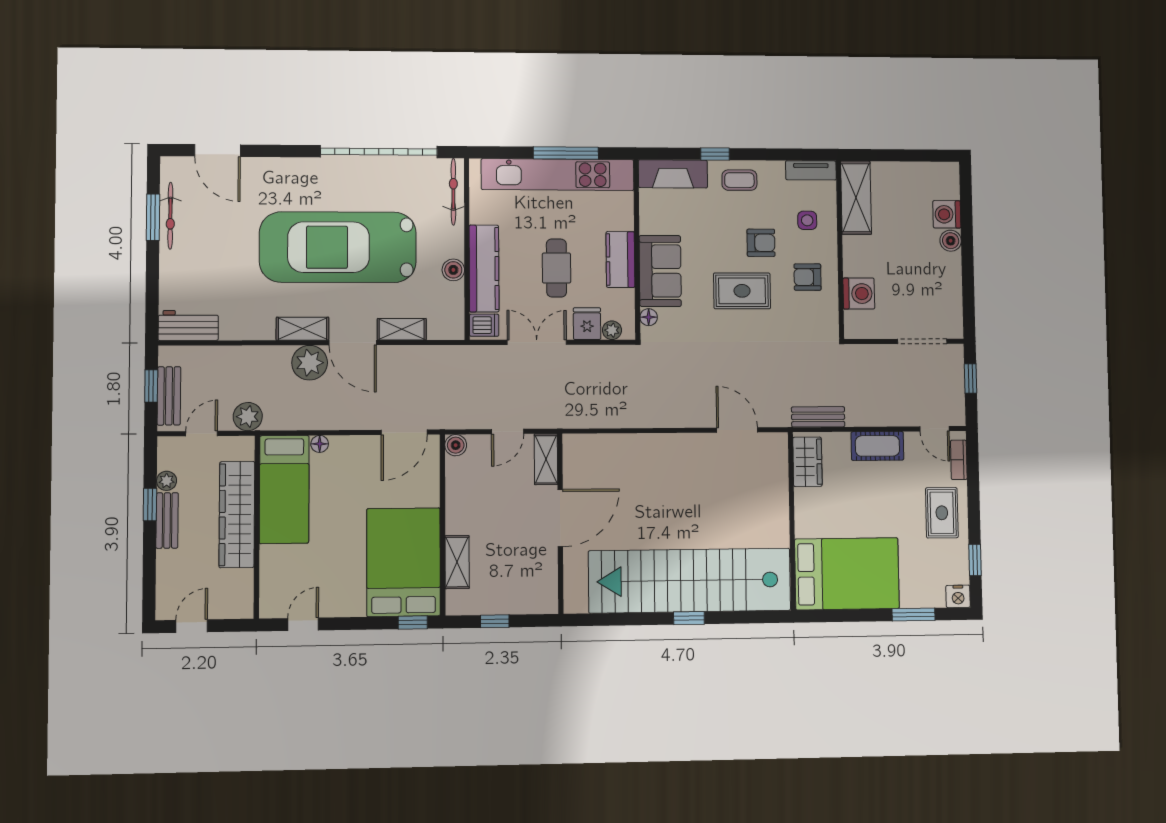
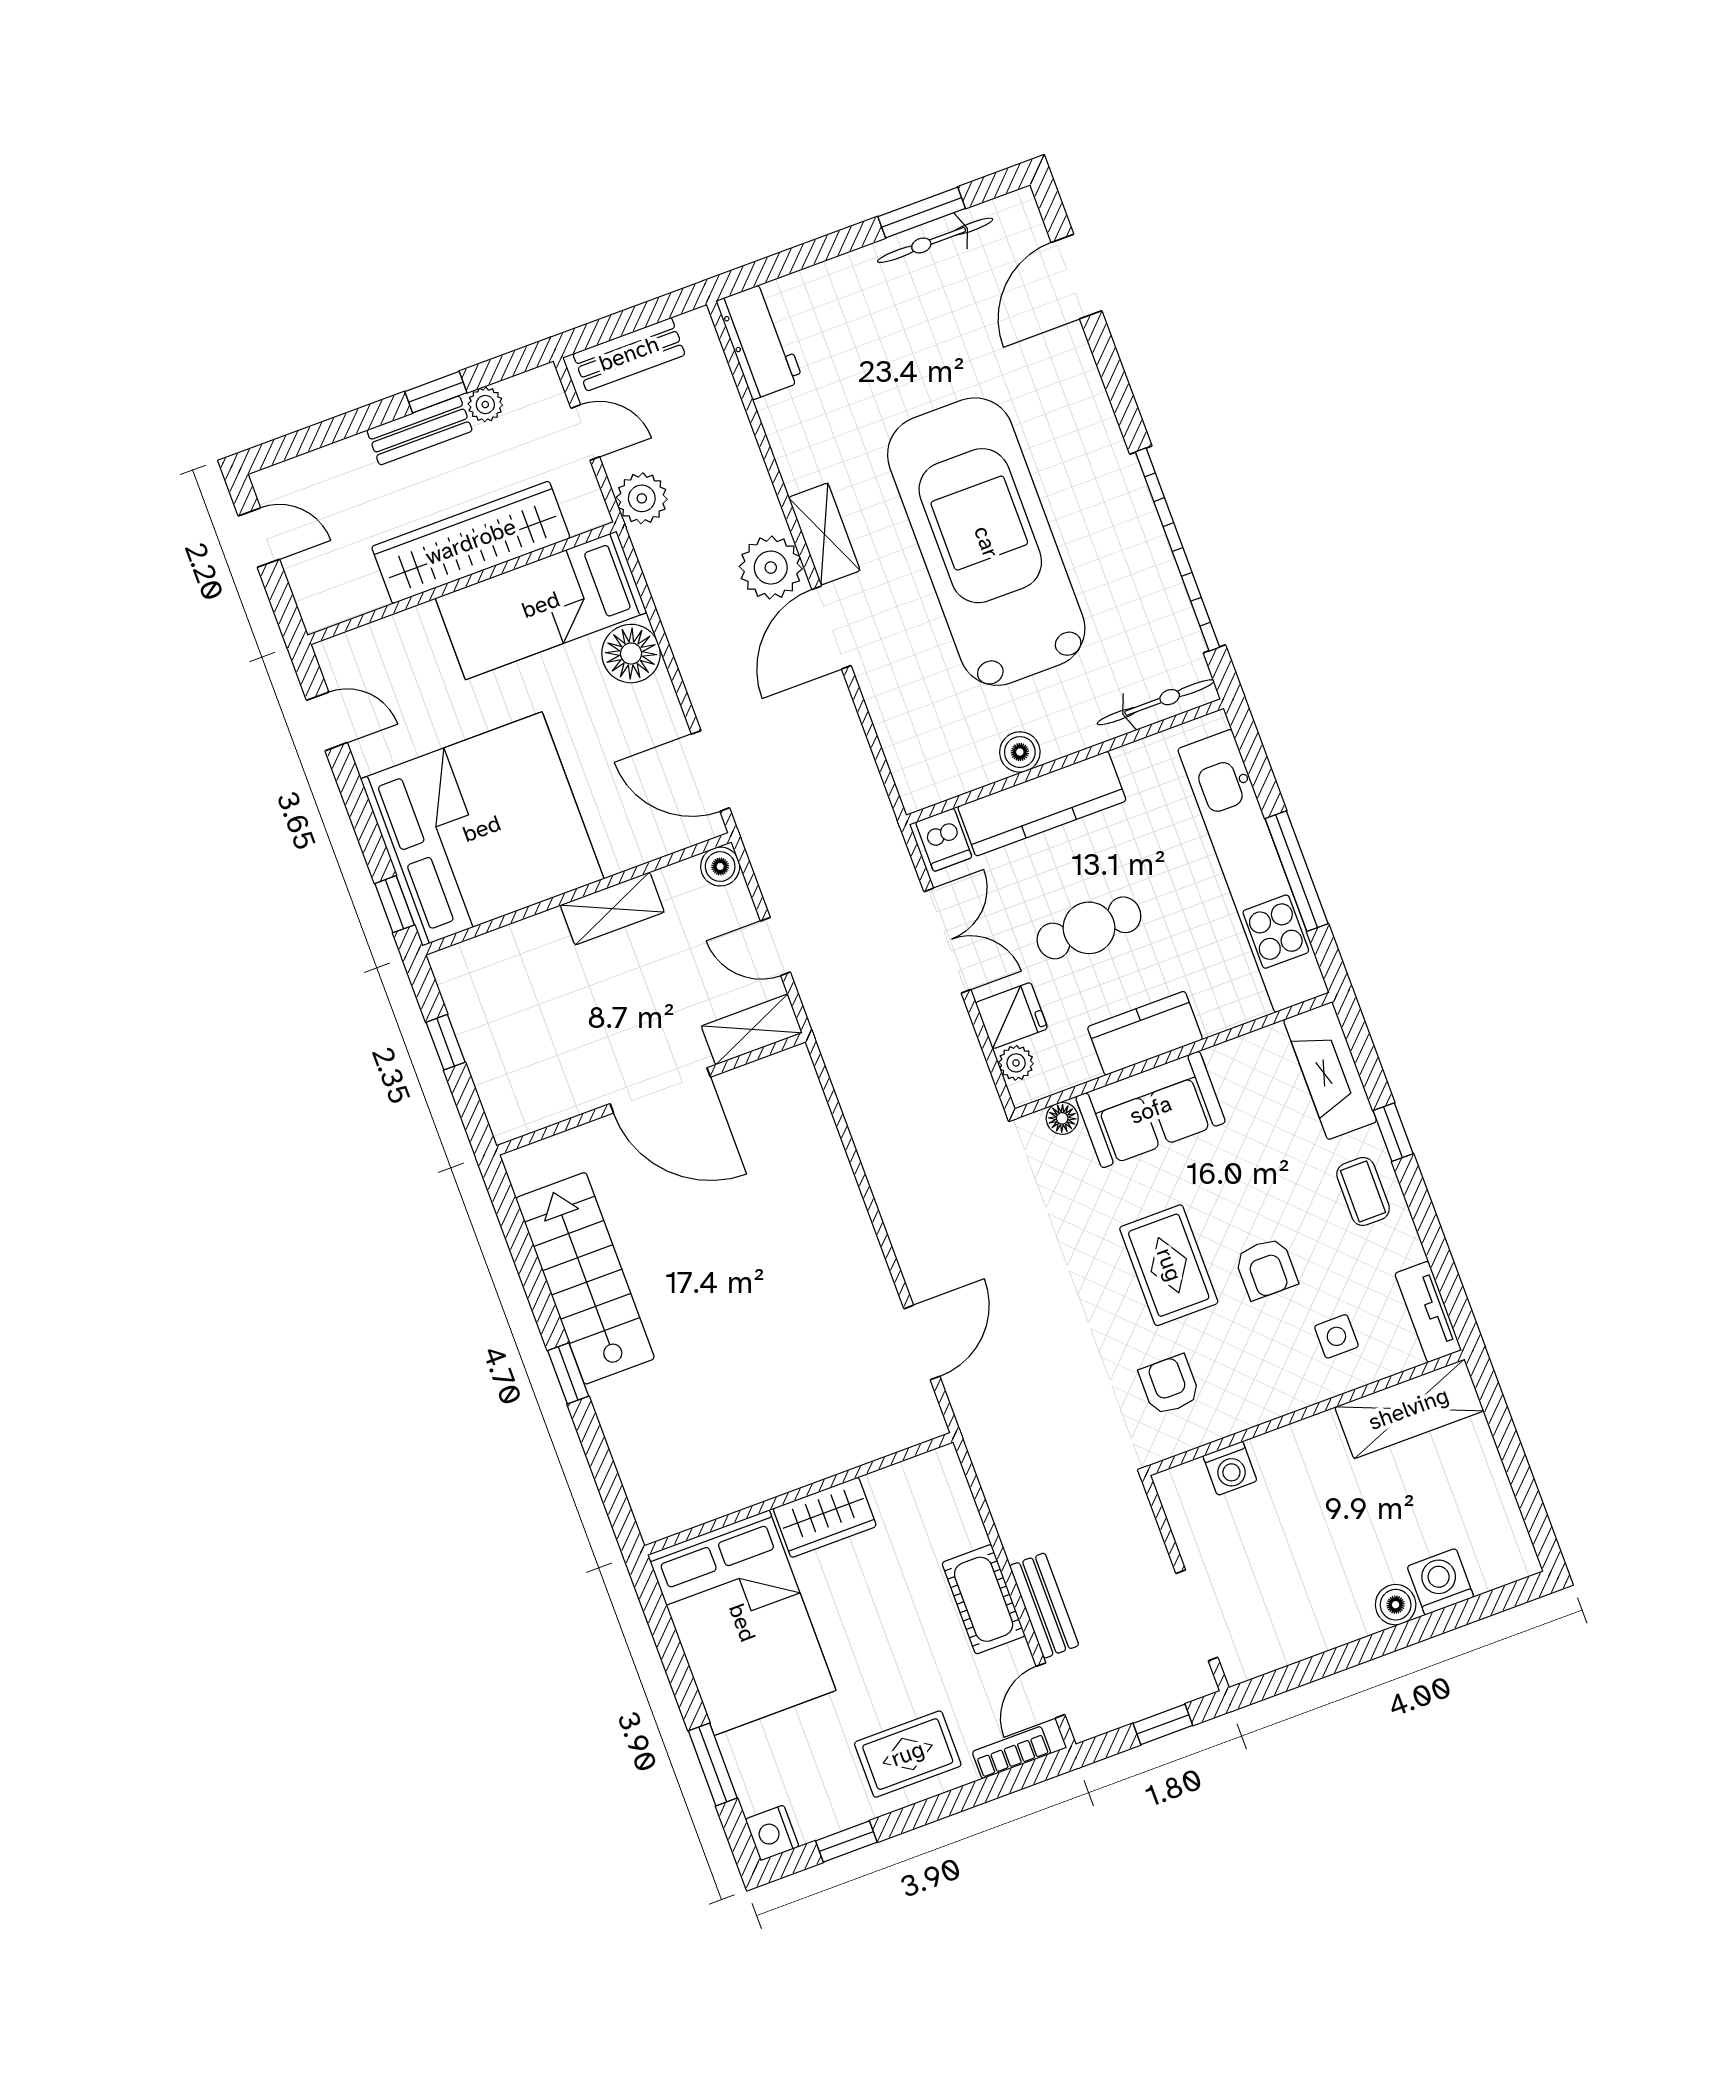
armchair: (808, 277) -> (1169, 1385), moved
washing machine: (859, 294) -> (1230, 1468), width x0.73, depth x0.73
shelving: (402, 329) -> (885, 702), removed
window: (151, 386) -> (635, 318), removed
bench: (818, 417) -> (1044, 1606), moved
floor lamp: (320, 444) -> (631, 654), width x1.89, depth x1.89
wardrobe: (807, 462) -> (825, 1517), moved
bed: (404, 562) -> (482, 829), width x1.36
shelving: (457, 562) -> (612, 909), moved
stairs: (690, 581) -> (585, 1278), width x0.54, depth x0.66

